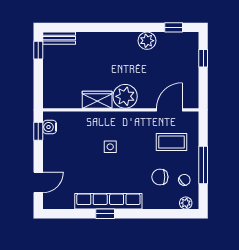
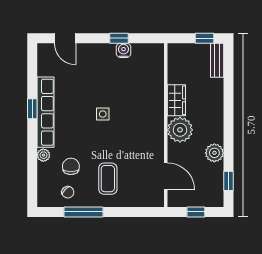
plant: (125, 96) -> (180, 130), moved
wardrobe: (97, 100) -> (176, 100), moved
wall: (121, 110) -> (166, 125), moved
door: (169, 110) -> (166, 176), moved
plant: (186, 203) -> (43, 155), moved

